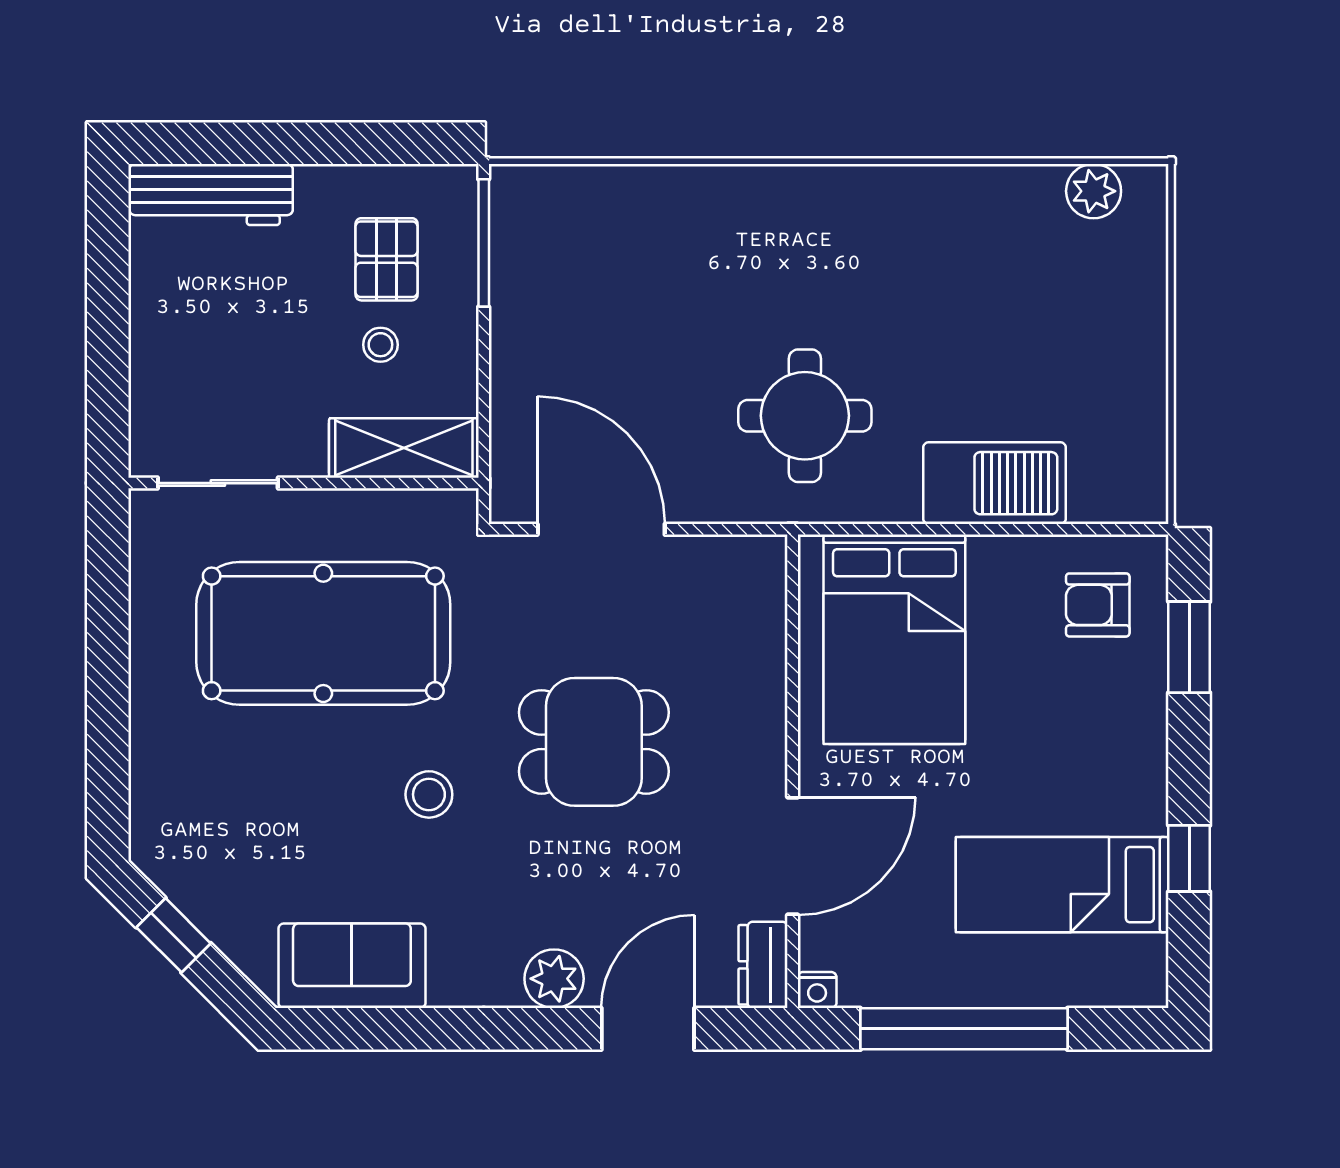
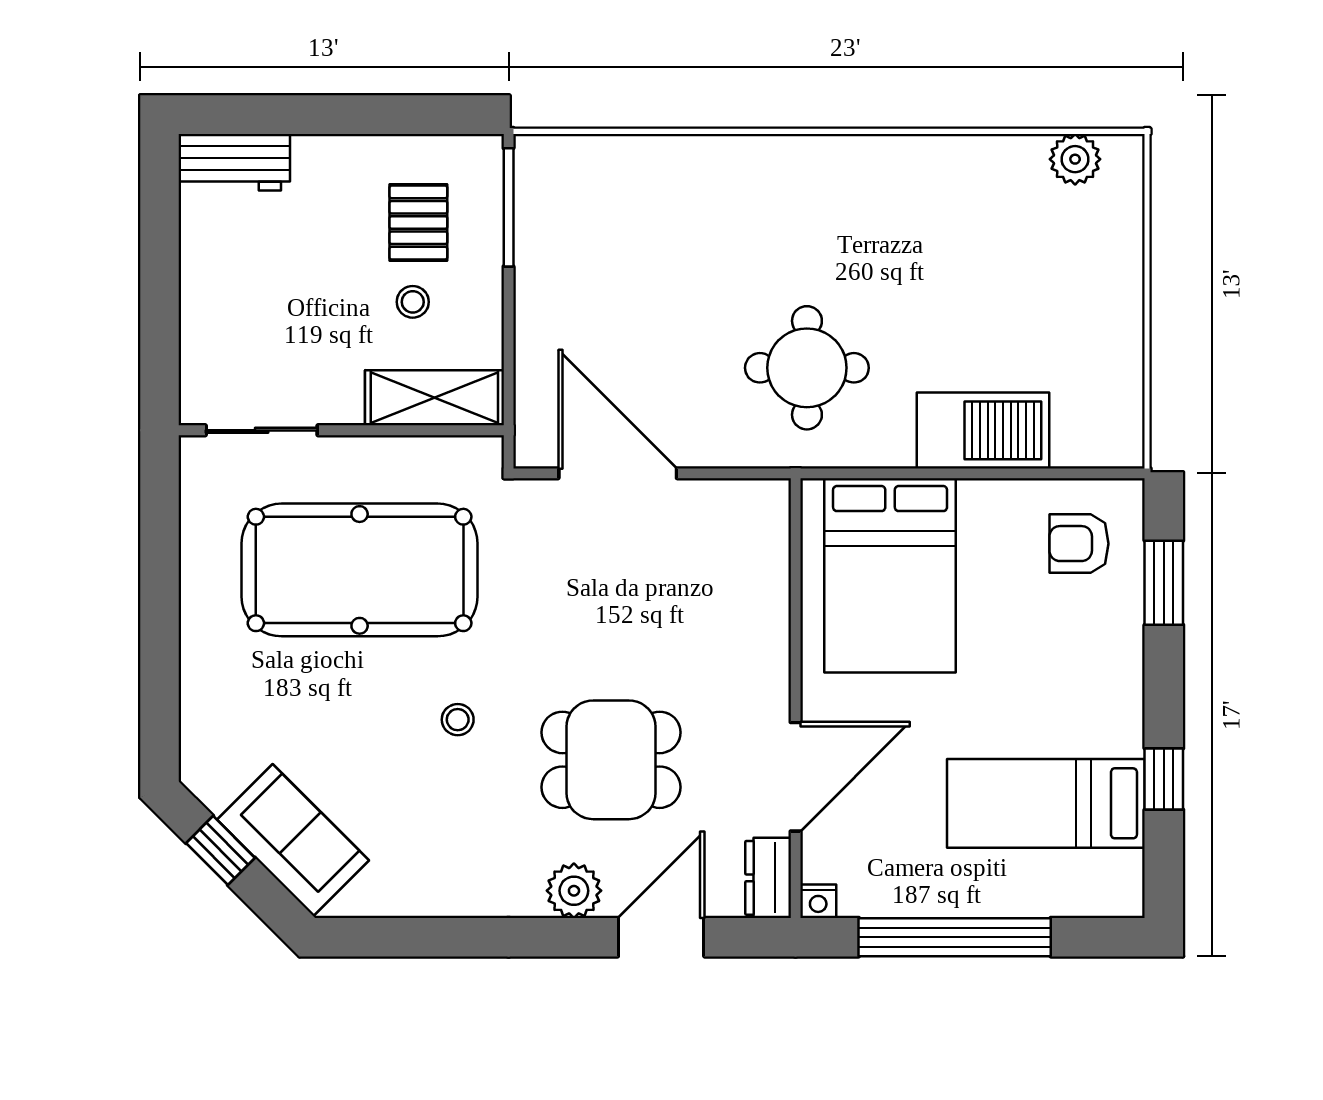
workbench: (211, 194) -> (235, 162), width x0.73
dining table: (594, 742) -> (611, 760), moved
stool: (429, 794) -> (458, 720), width x0.73, depth x0.73
sofa: (352, 966) -> (293, 840), moved, turned 45

